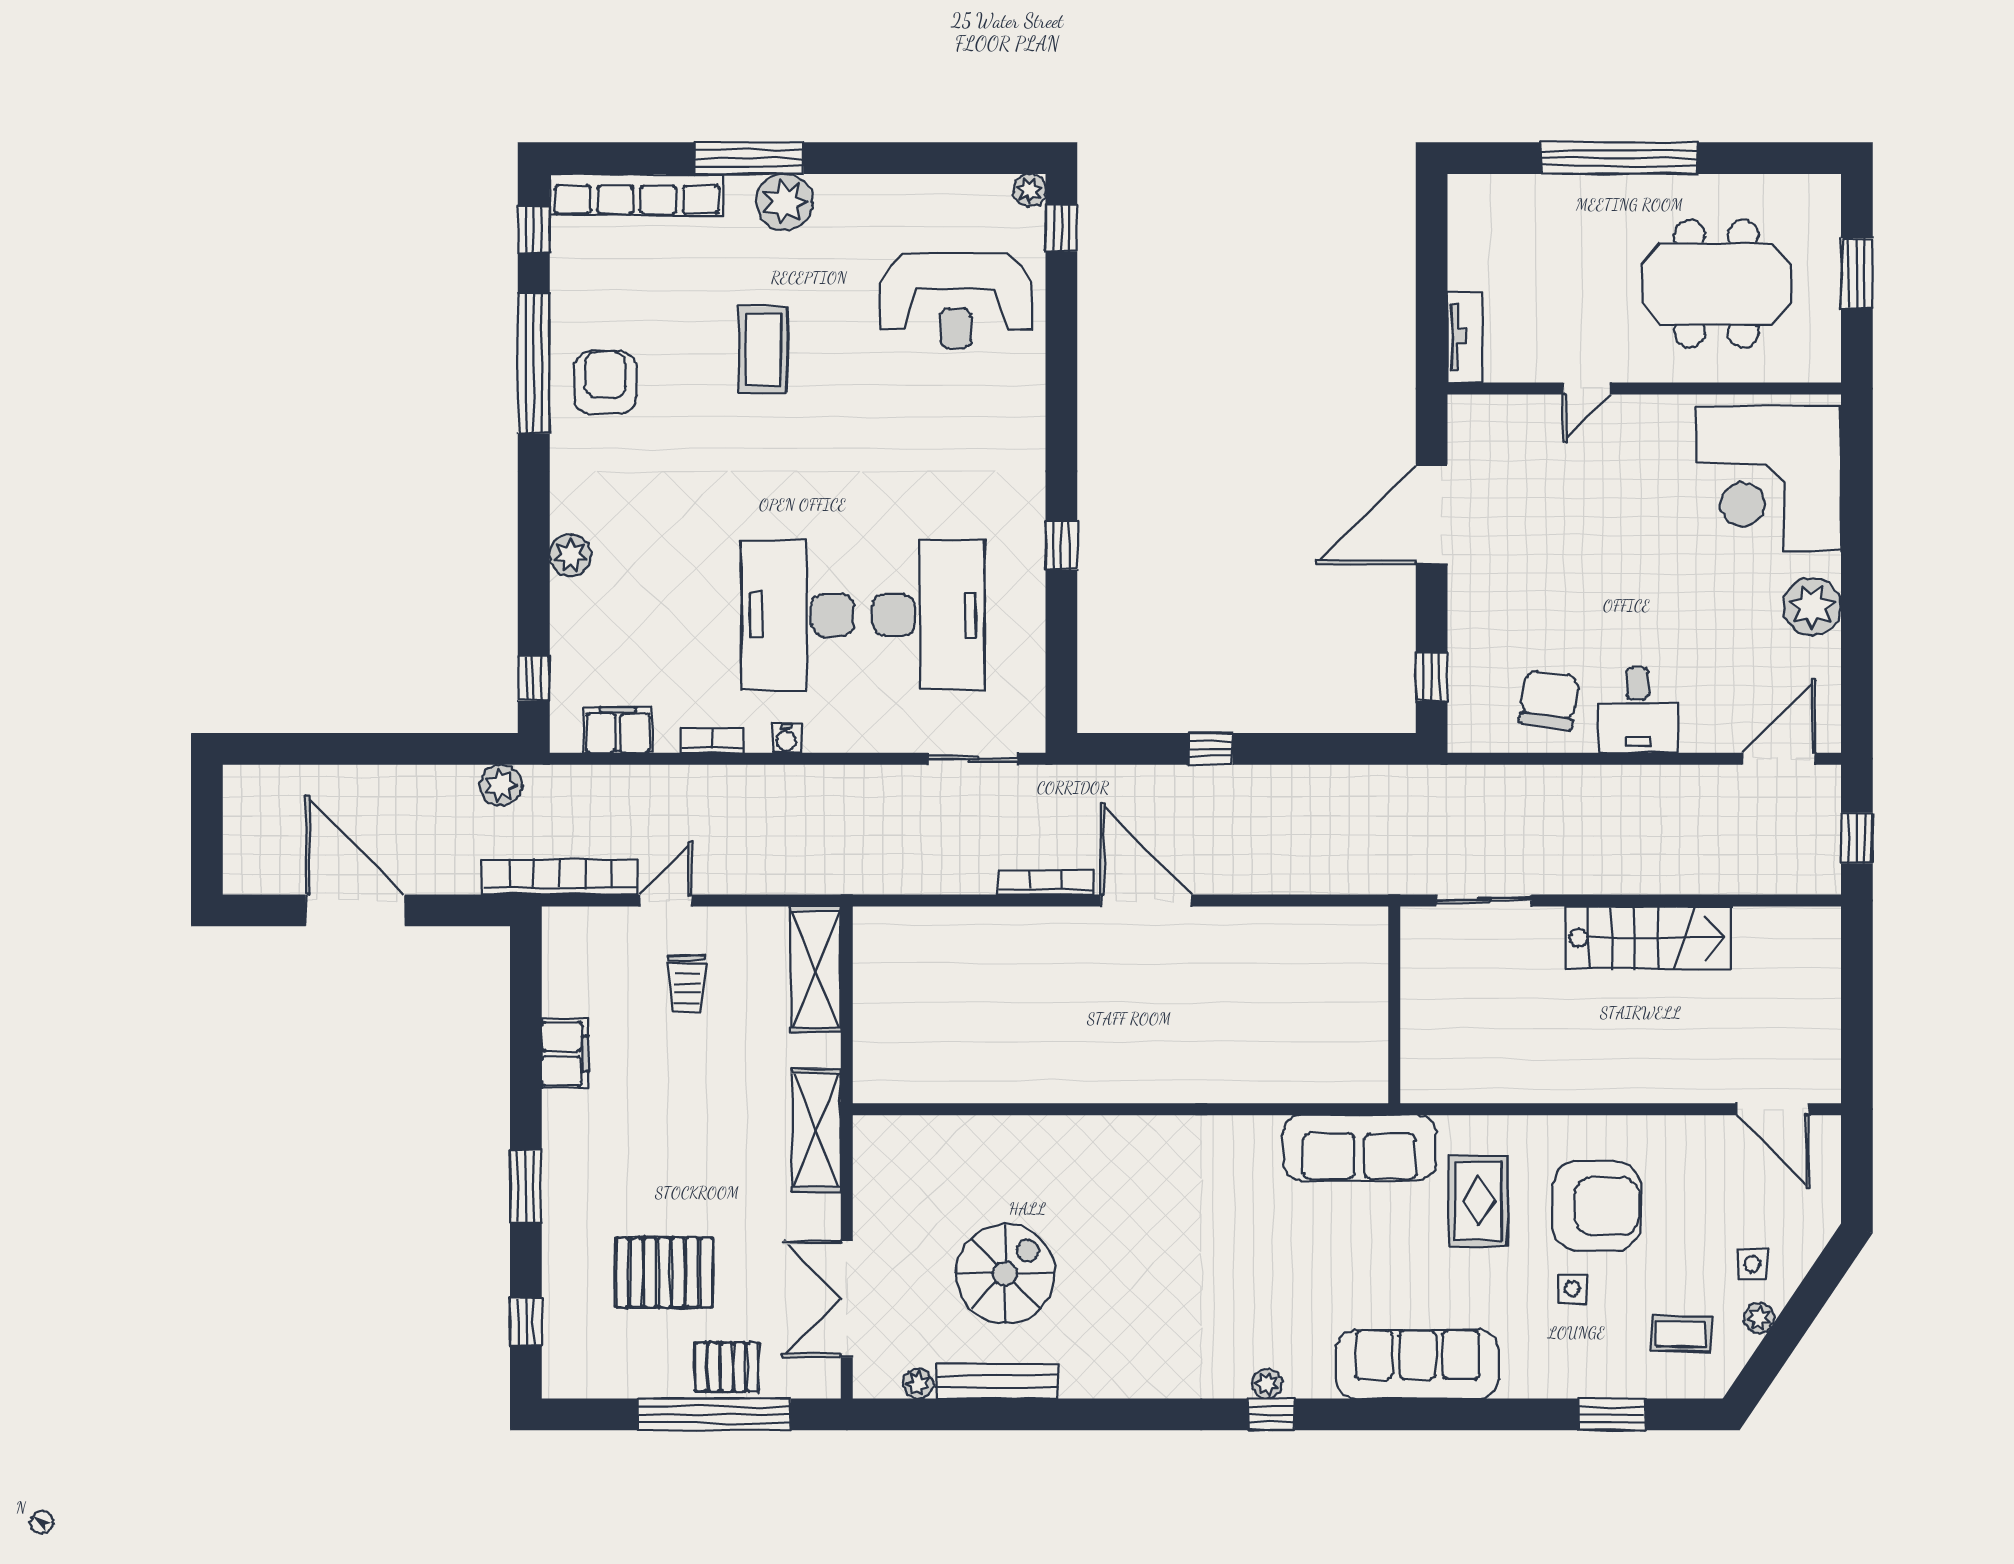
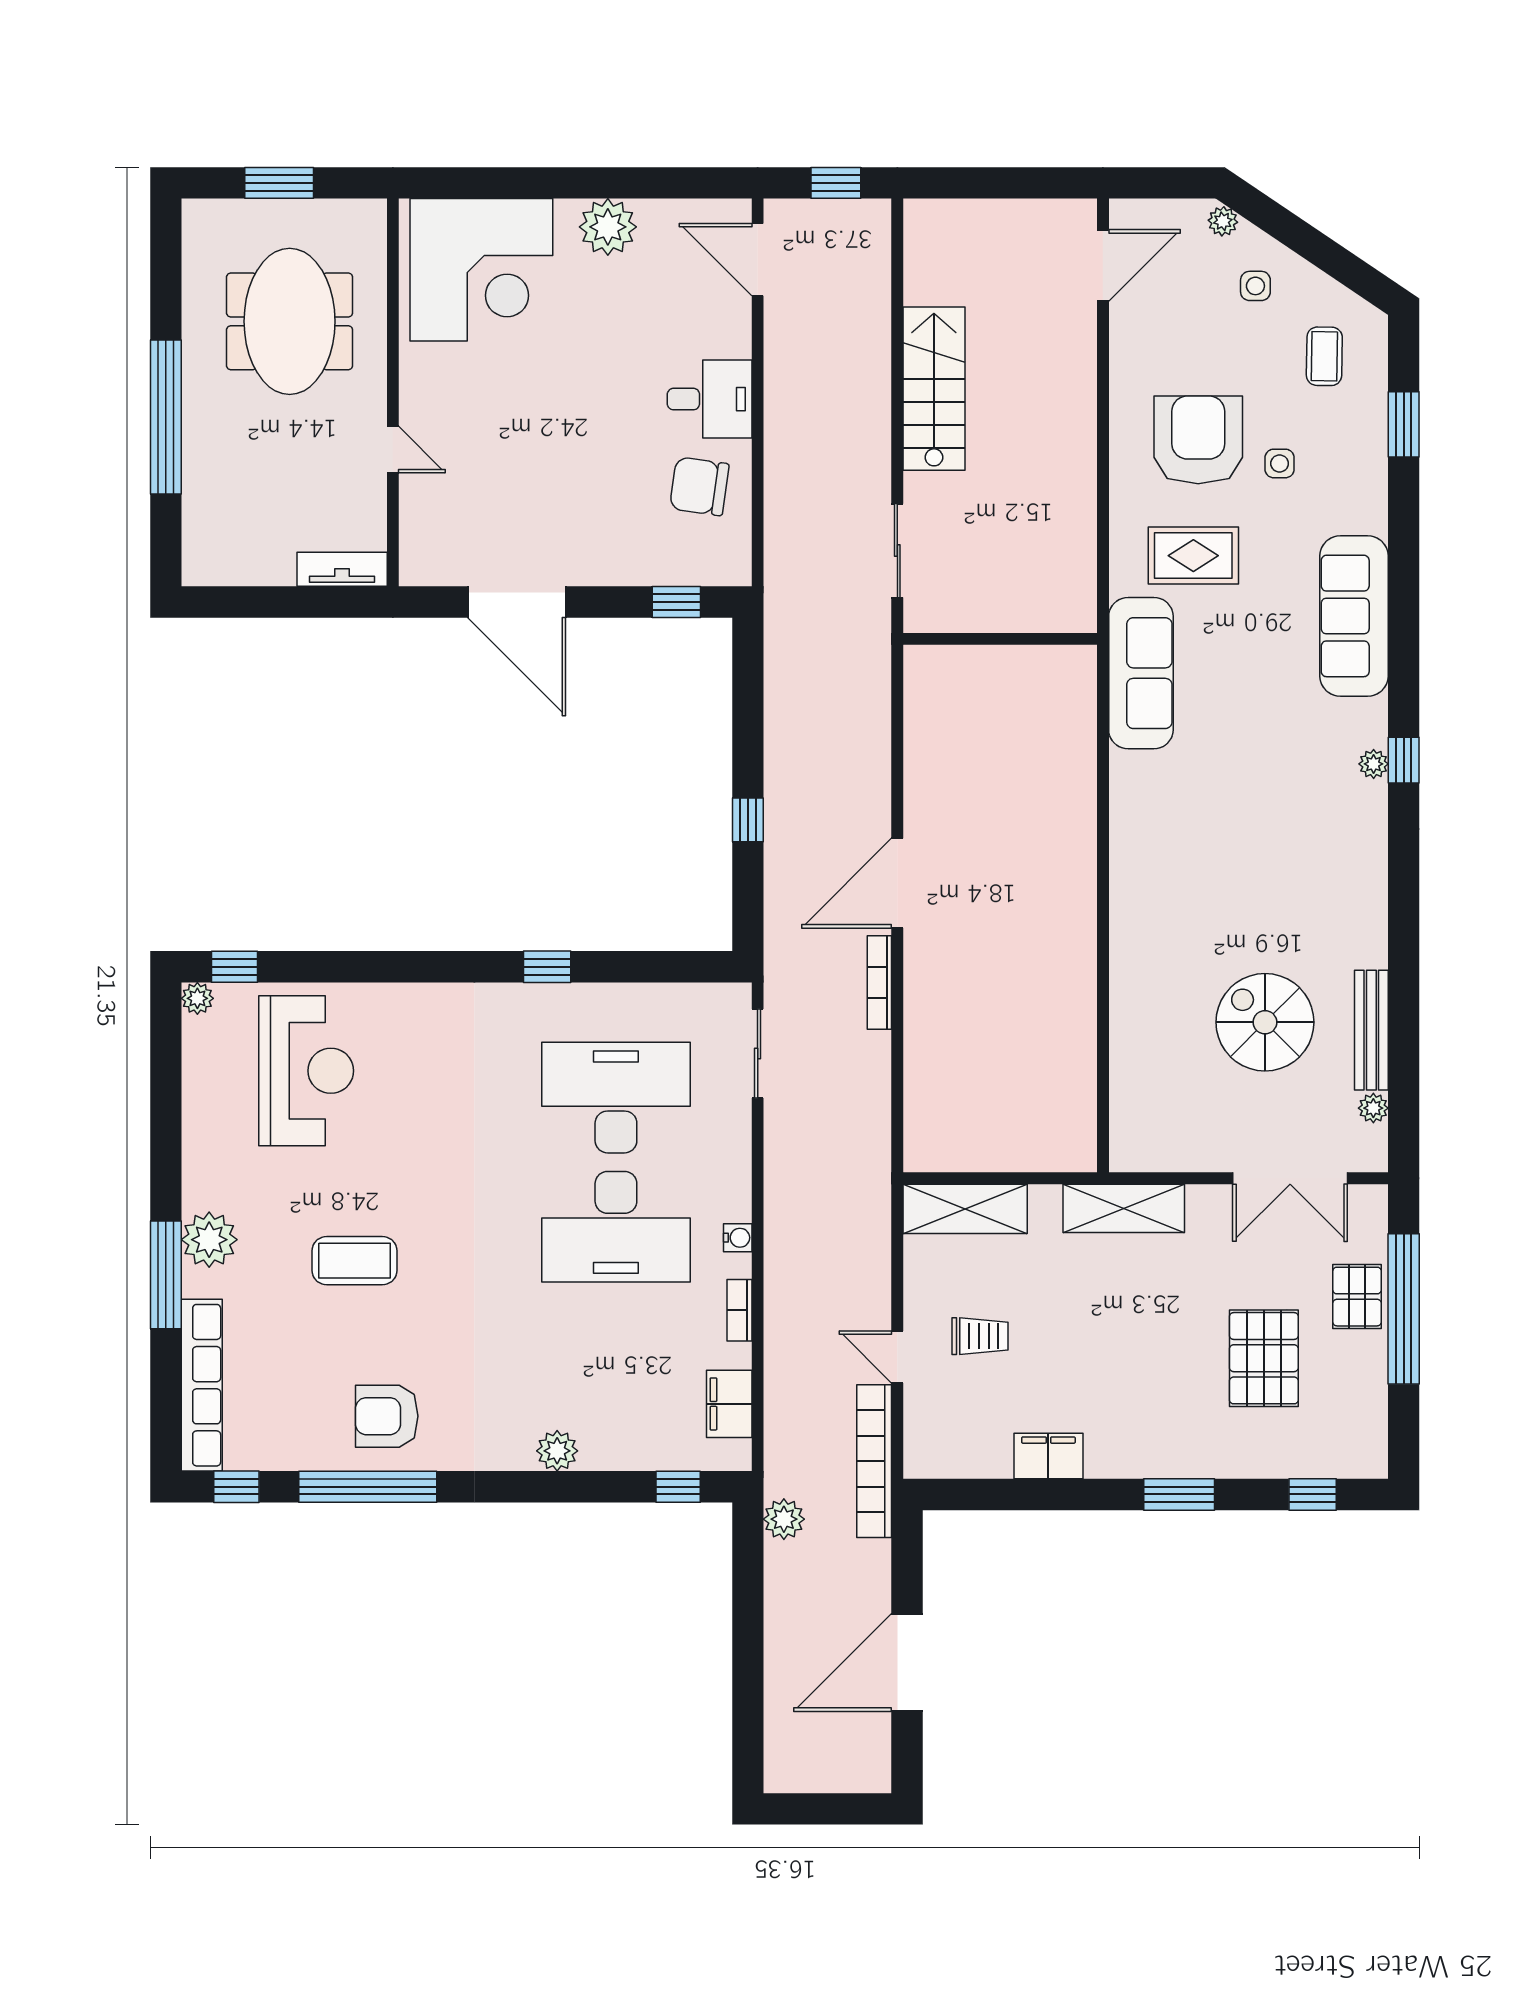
plant: (1759, 1318) -> (1223, 221), moved

